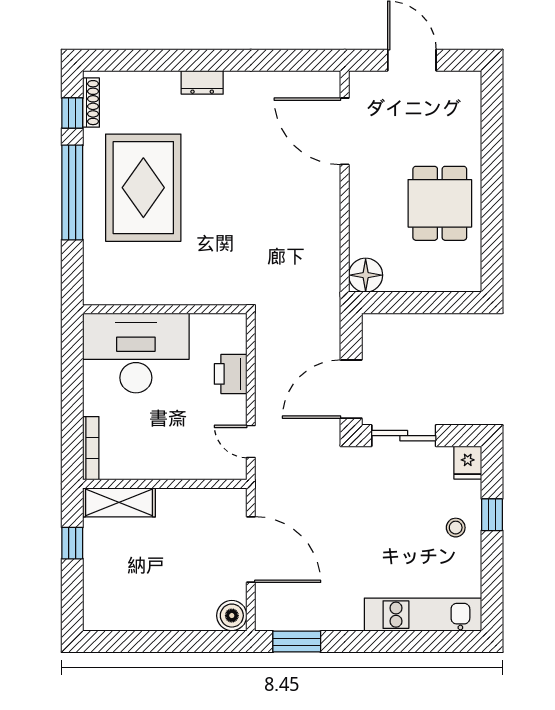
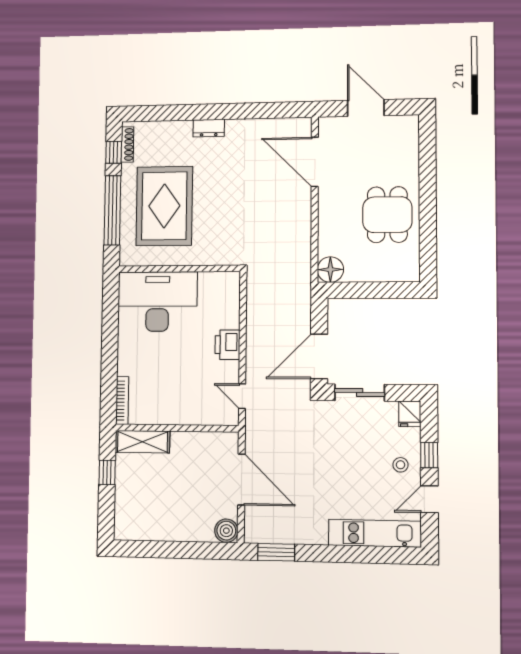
wall: (165, 309) -> (179, 269), moved
desk: (136, 353) -> (157, 301), moved
door: (492, 570) -> (429, 499), added

